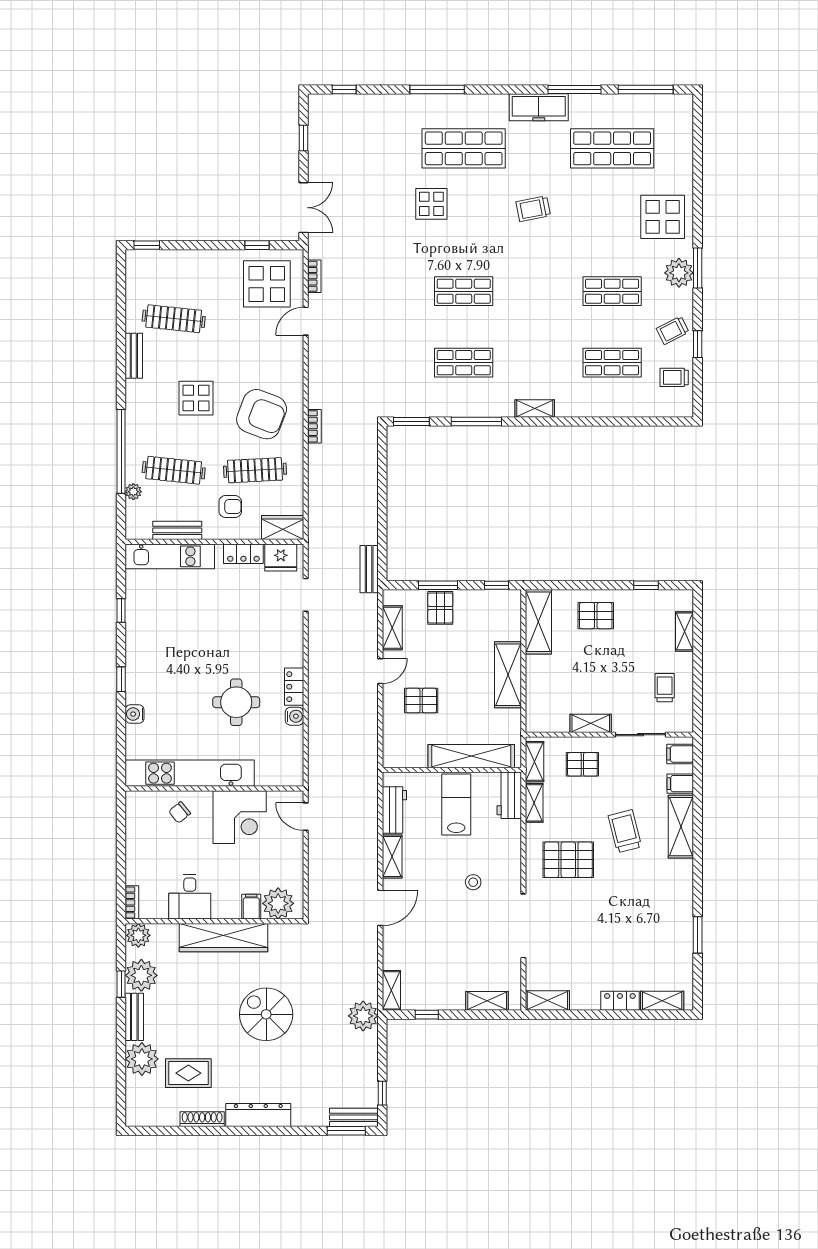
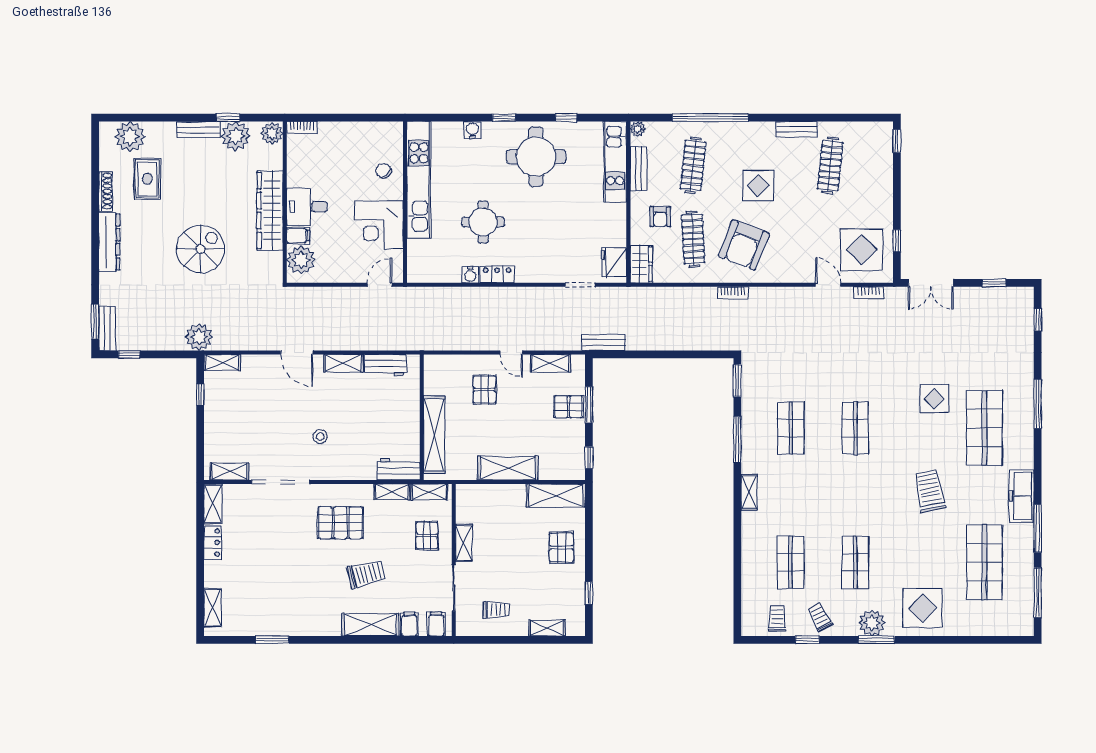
trolley: (533, 209) -> (930, 491), width x1.36, depth x1.39
plant: (133, 492) -> (638, 129), moved
locker: (243, 554) -> (617, 229), removed
round table: (164, 644) -> (536, 157), added
lab bench: (456, 805) -> (390, 421), removed
pallet: (568, 860) -> (340, 523), turned 90
desk: (190, 897) -> (307, 207), moved
shelving: (487, 1001) -> (229, 472), moved, turned 90
locker: (620, 1001) -> (213, 543), moved
plant: (142, 1059) -> (130, 137), moved

